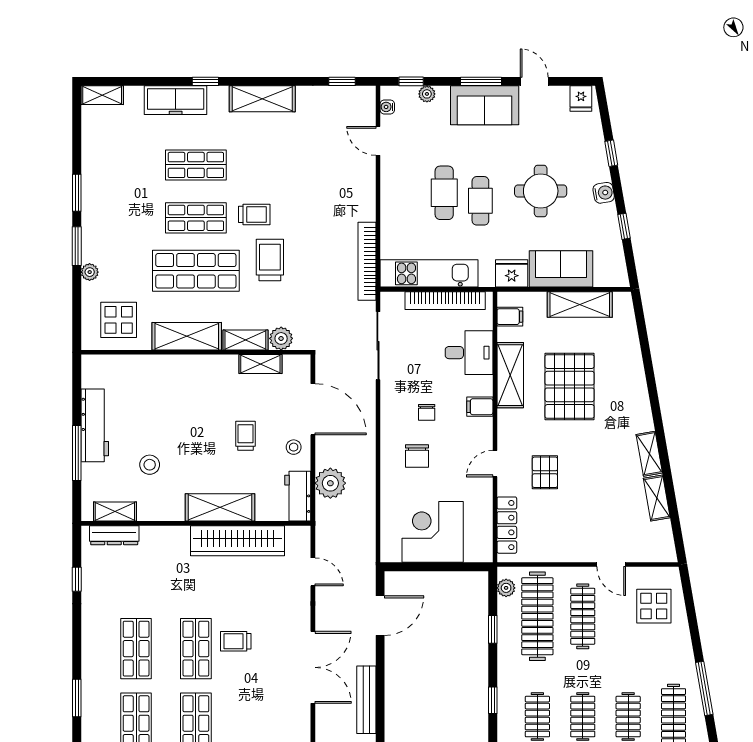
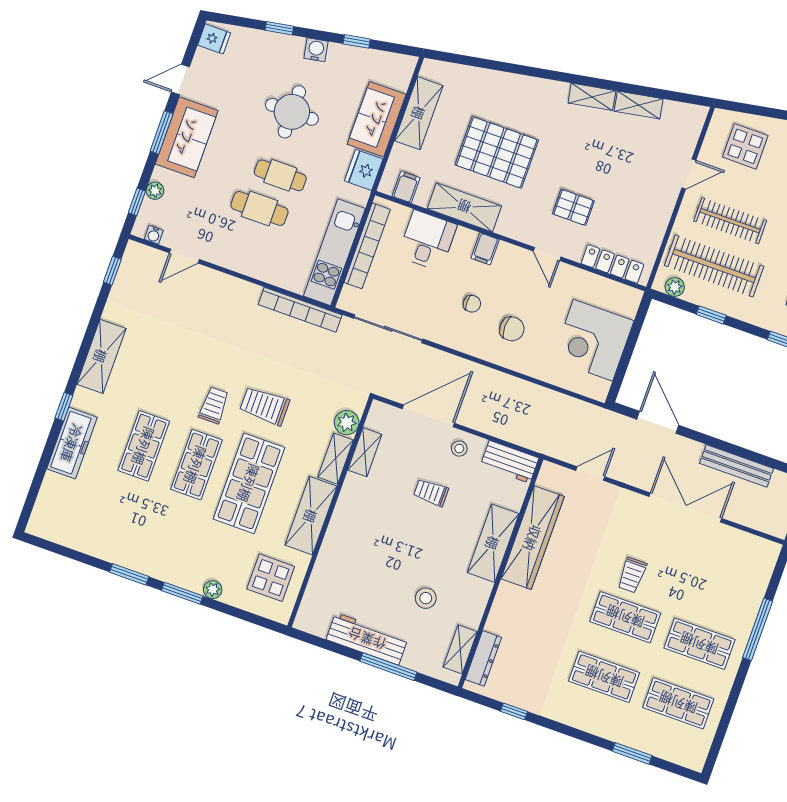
shelving: (102, 95) -> (41, 514), removed
plant: (330, 483) -> (508, 425), removed

